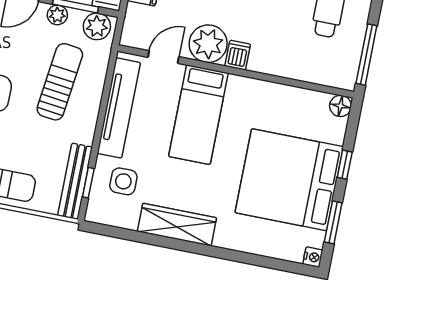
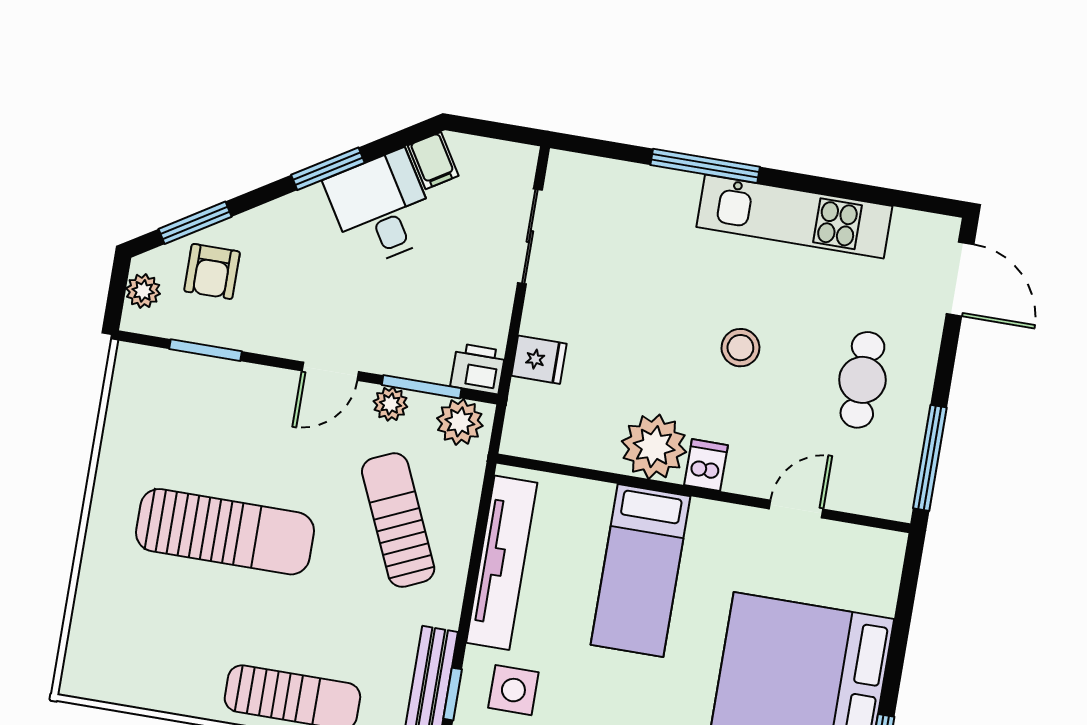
door: (163, 57) -> (796, 509), moved
sun lounger: (60, 82) -> (398, 520), turned -31
floor lamp: (340, 106) -> (887, 548), removed
window: (345, 165) -> (897, 650), removed

